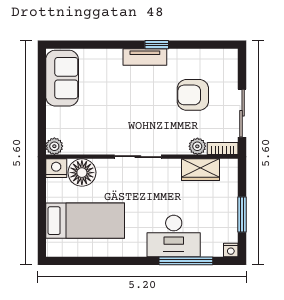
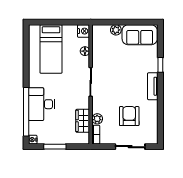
window: (157, 45) -> (160, 65), moved
sliding door: (242, 113) -> (130, 147), moved
plant: (54, 146) -> (116, 30), moved
floor lamp: (82, 173) -> (85, 51), width x0.53, depth x0.53
window: (186, 261) -> (26, 112), width x1.46

